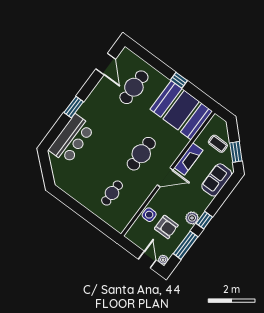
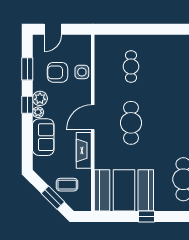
window: (236, 152) -> (53, 198), moved
sofa: (217, 180) -> (43, 137), moved
window: (186, 245) -> (27, 69), width x0.69
door: (147, 260) -> (53, 29), hinge flipped
plant: (163, 260) -> (38, 112), moved

